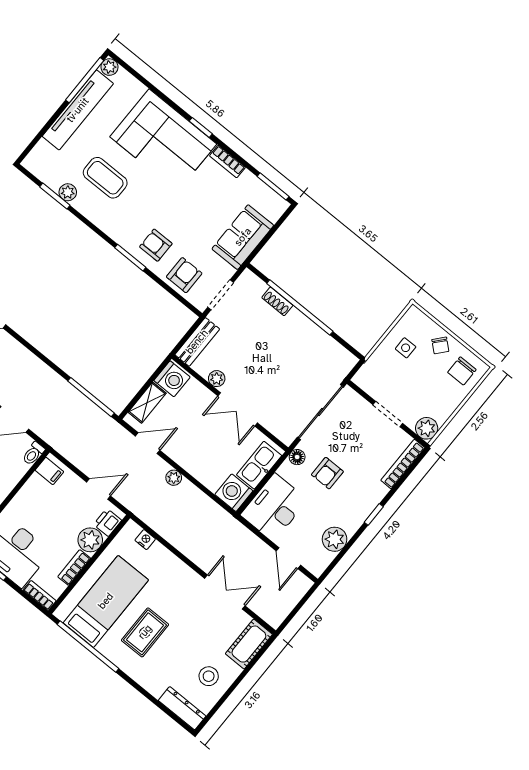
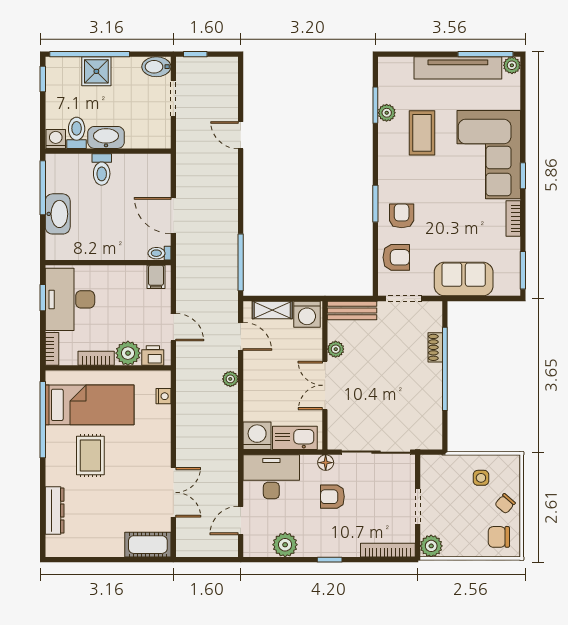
rug: (145, 632) -> (90, 455), turned 90
stool: (209, 676) -> (97, 534), removed
dresser: (182, 708) -> (55, 511), moved

